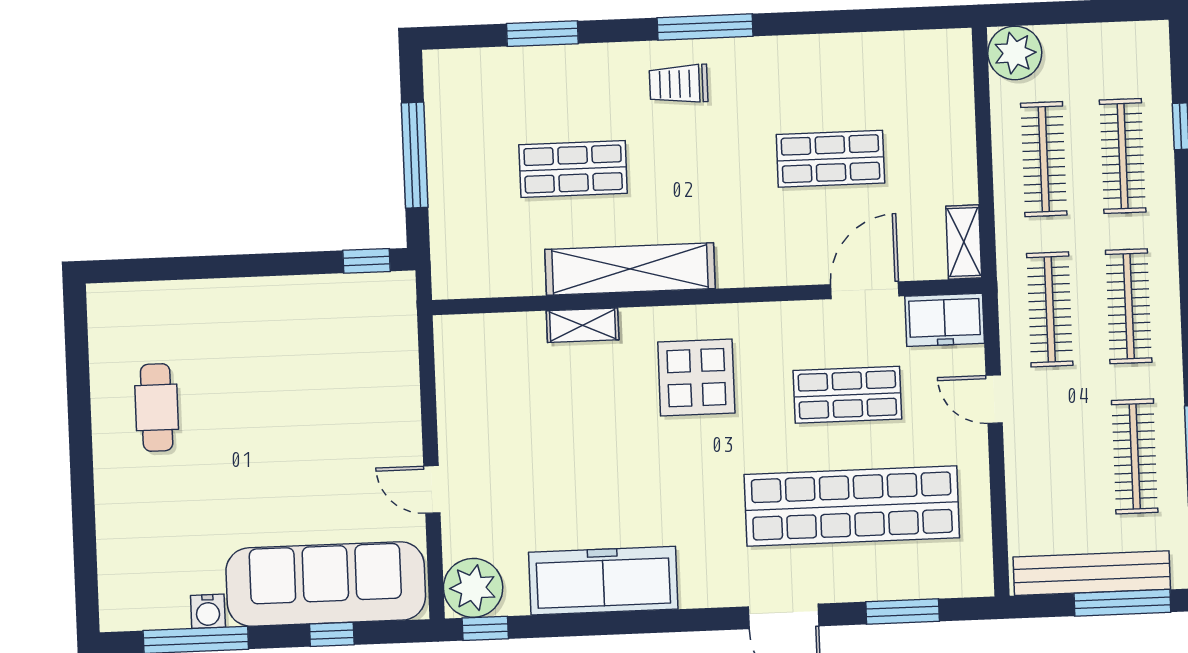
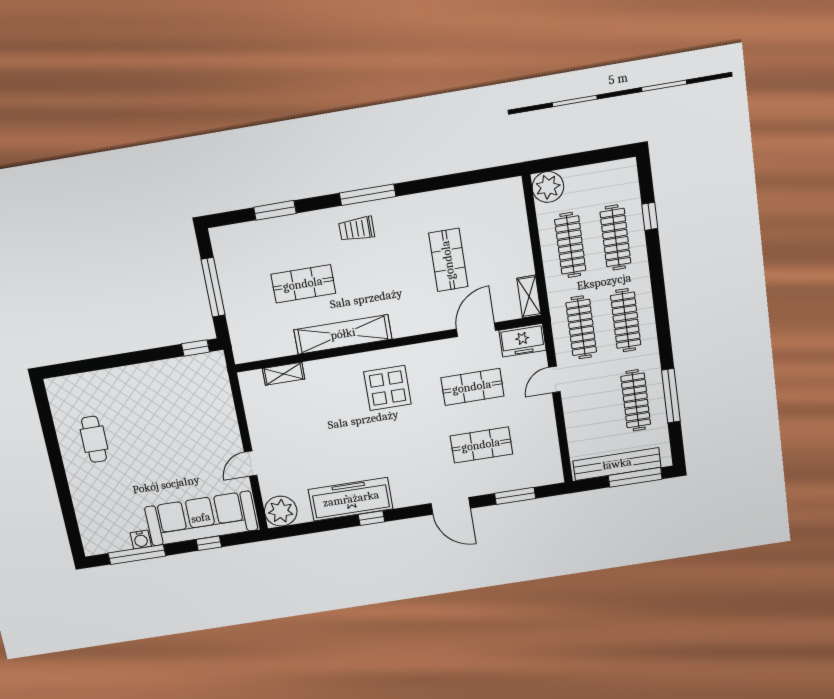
shop shelf: (830, 159) -> (448, 260), turned 90
shelving: (583, 325) -> (284, 374), moved
door: (994, 399) -> (554, 379), hinge flipped
door: (432, 489) -> (251, 464), hinge flipped
shop shelf: (852, 506) -> (481, 445), width x0.50, depth x0.74
window: (485, 628) -> (371, 518), moved

